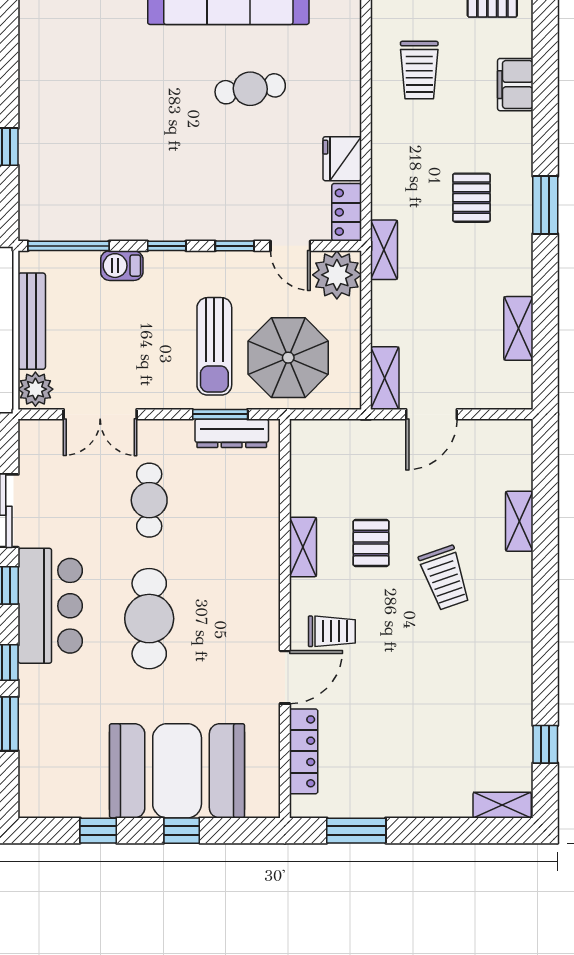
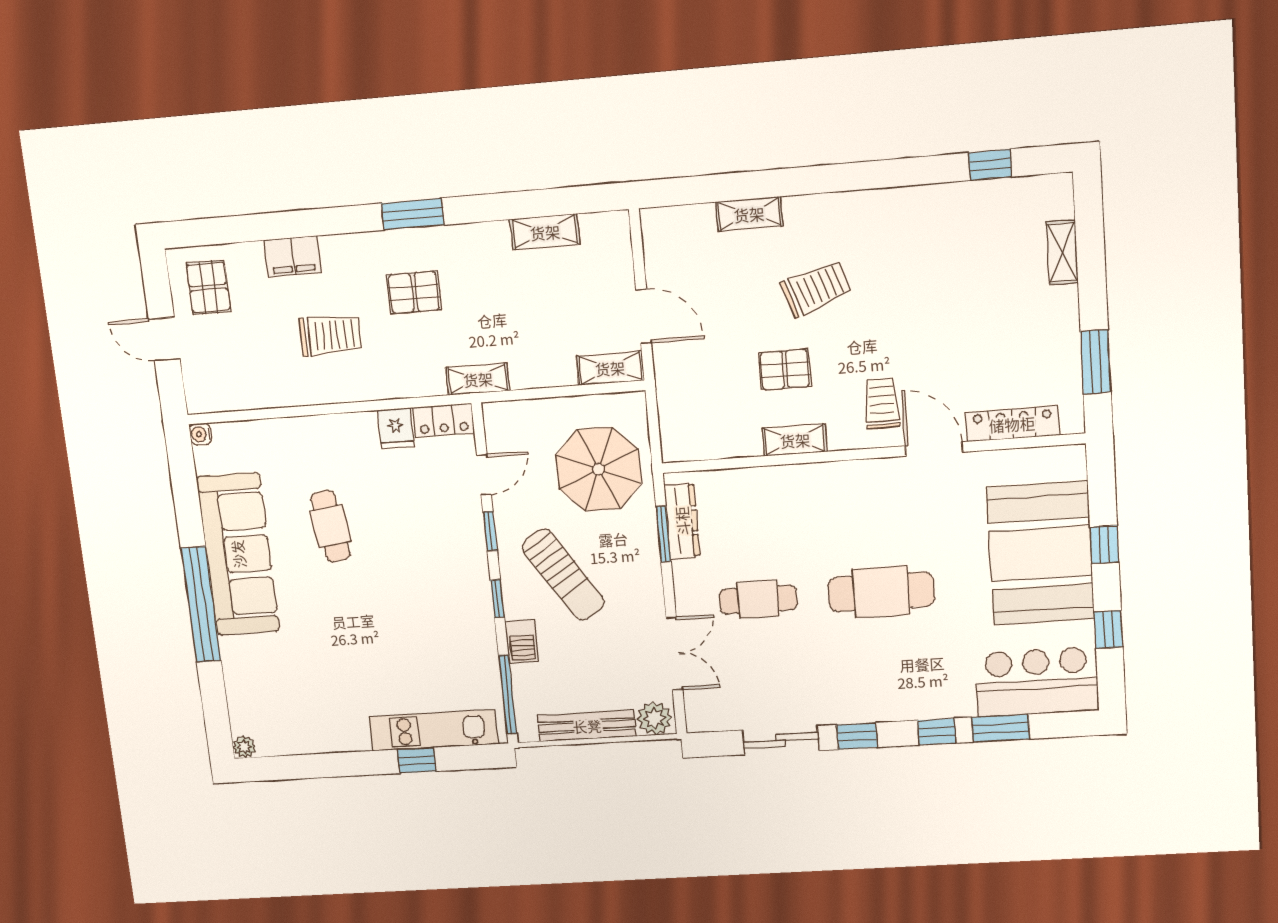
trolley: (419, 70) -> (330, 335), moved
fridge: (342, 159) -> (396, 428), width x0.72
kitchen unit: (36, 167) -> (433, 730), added
plant: (337, 275) -> (509, 426), removed
sun lounger: (214, 346) -> (563, 575), moved, turned 57
bar counter: (50, 606) -> (1037, 682), moved
shelving: (502, 805) -> (1062, 252), moved

